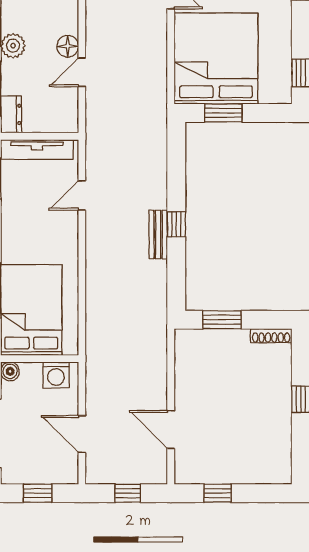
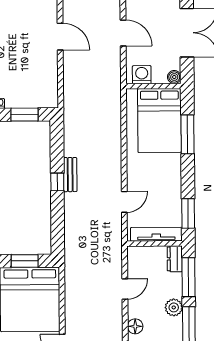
floor lamp: (68, 46) -> (135, 326), moved

